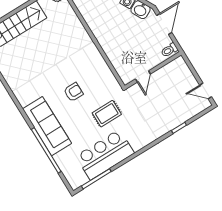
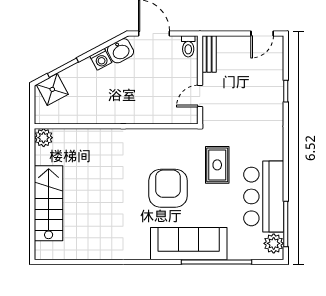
bench: (173, 66) -> (209, 54), added
door: (143, 76) -> (200, 96), swing flipped
armchair: (73, 92) -> (168, 188), width x1.88, depth x1.88
plant: (80, 179) -> (274, 243), added

